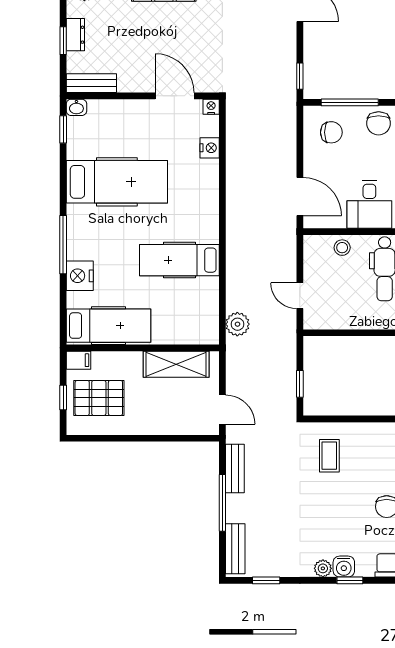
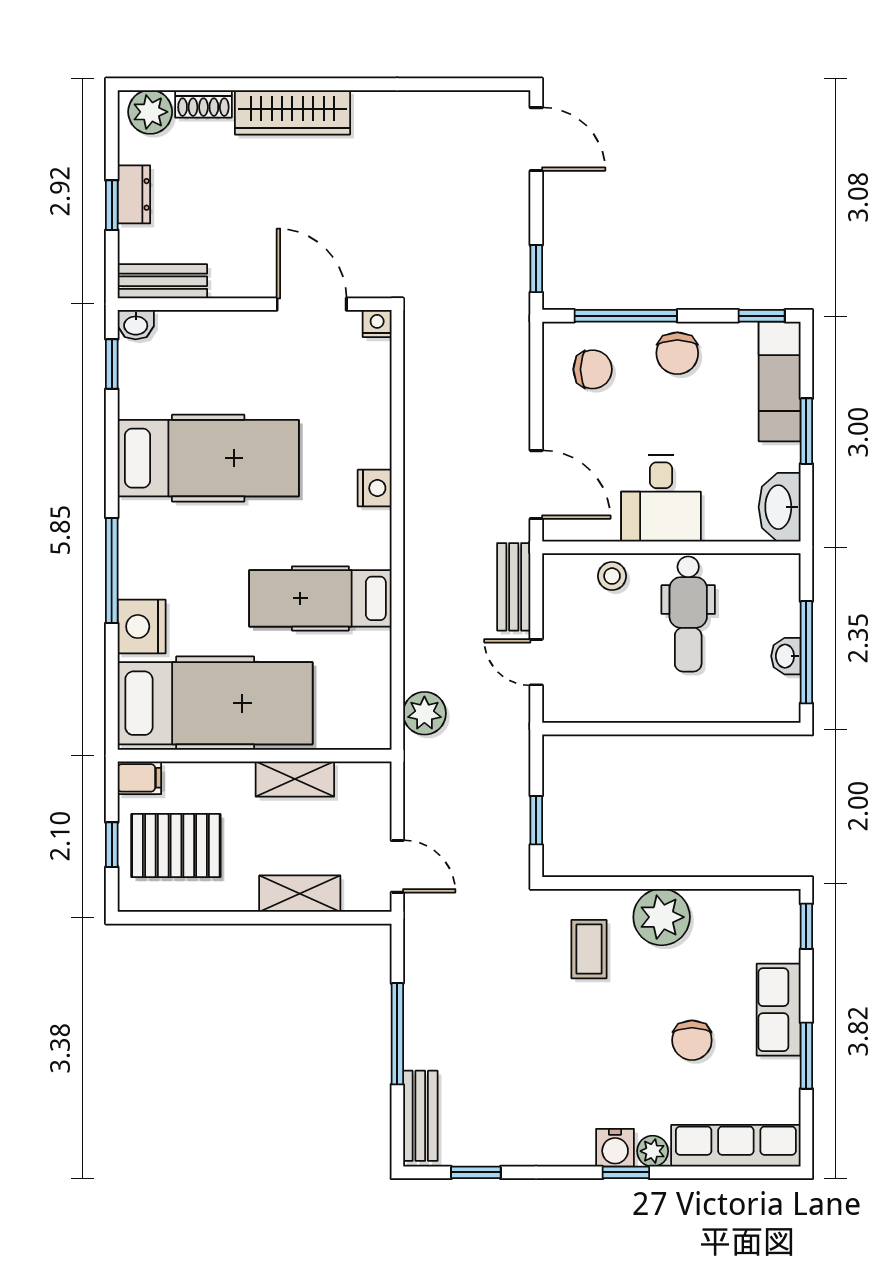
nightstand: (210, 148) -> (375, 488), moved
hospital bed: (108, 326) -> (215, 703), width x1.37, depth x1.29
shelving: (176, 364) -> (295, 779), width x0.67, depth x0.75
shelving: (168, 425) -> (300, 894), added
plant: (370, 438) -> (662, 917), added
bench: (235, 469) -> (514, 587), moved
plant: (323, 568) -> (653, 1151), moved

